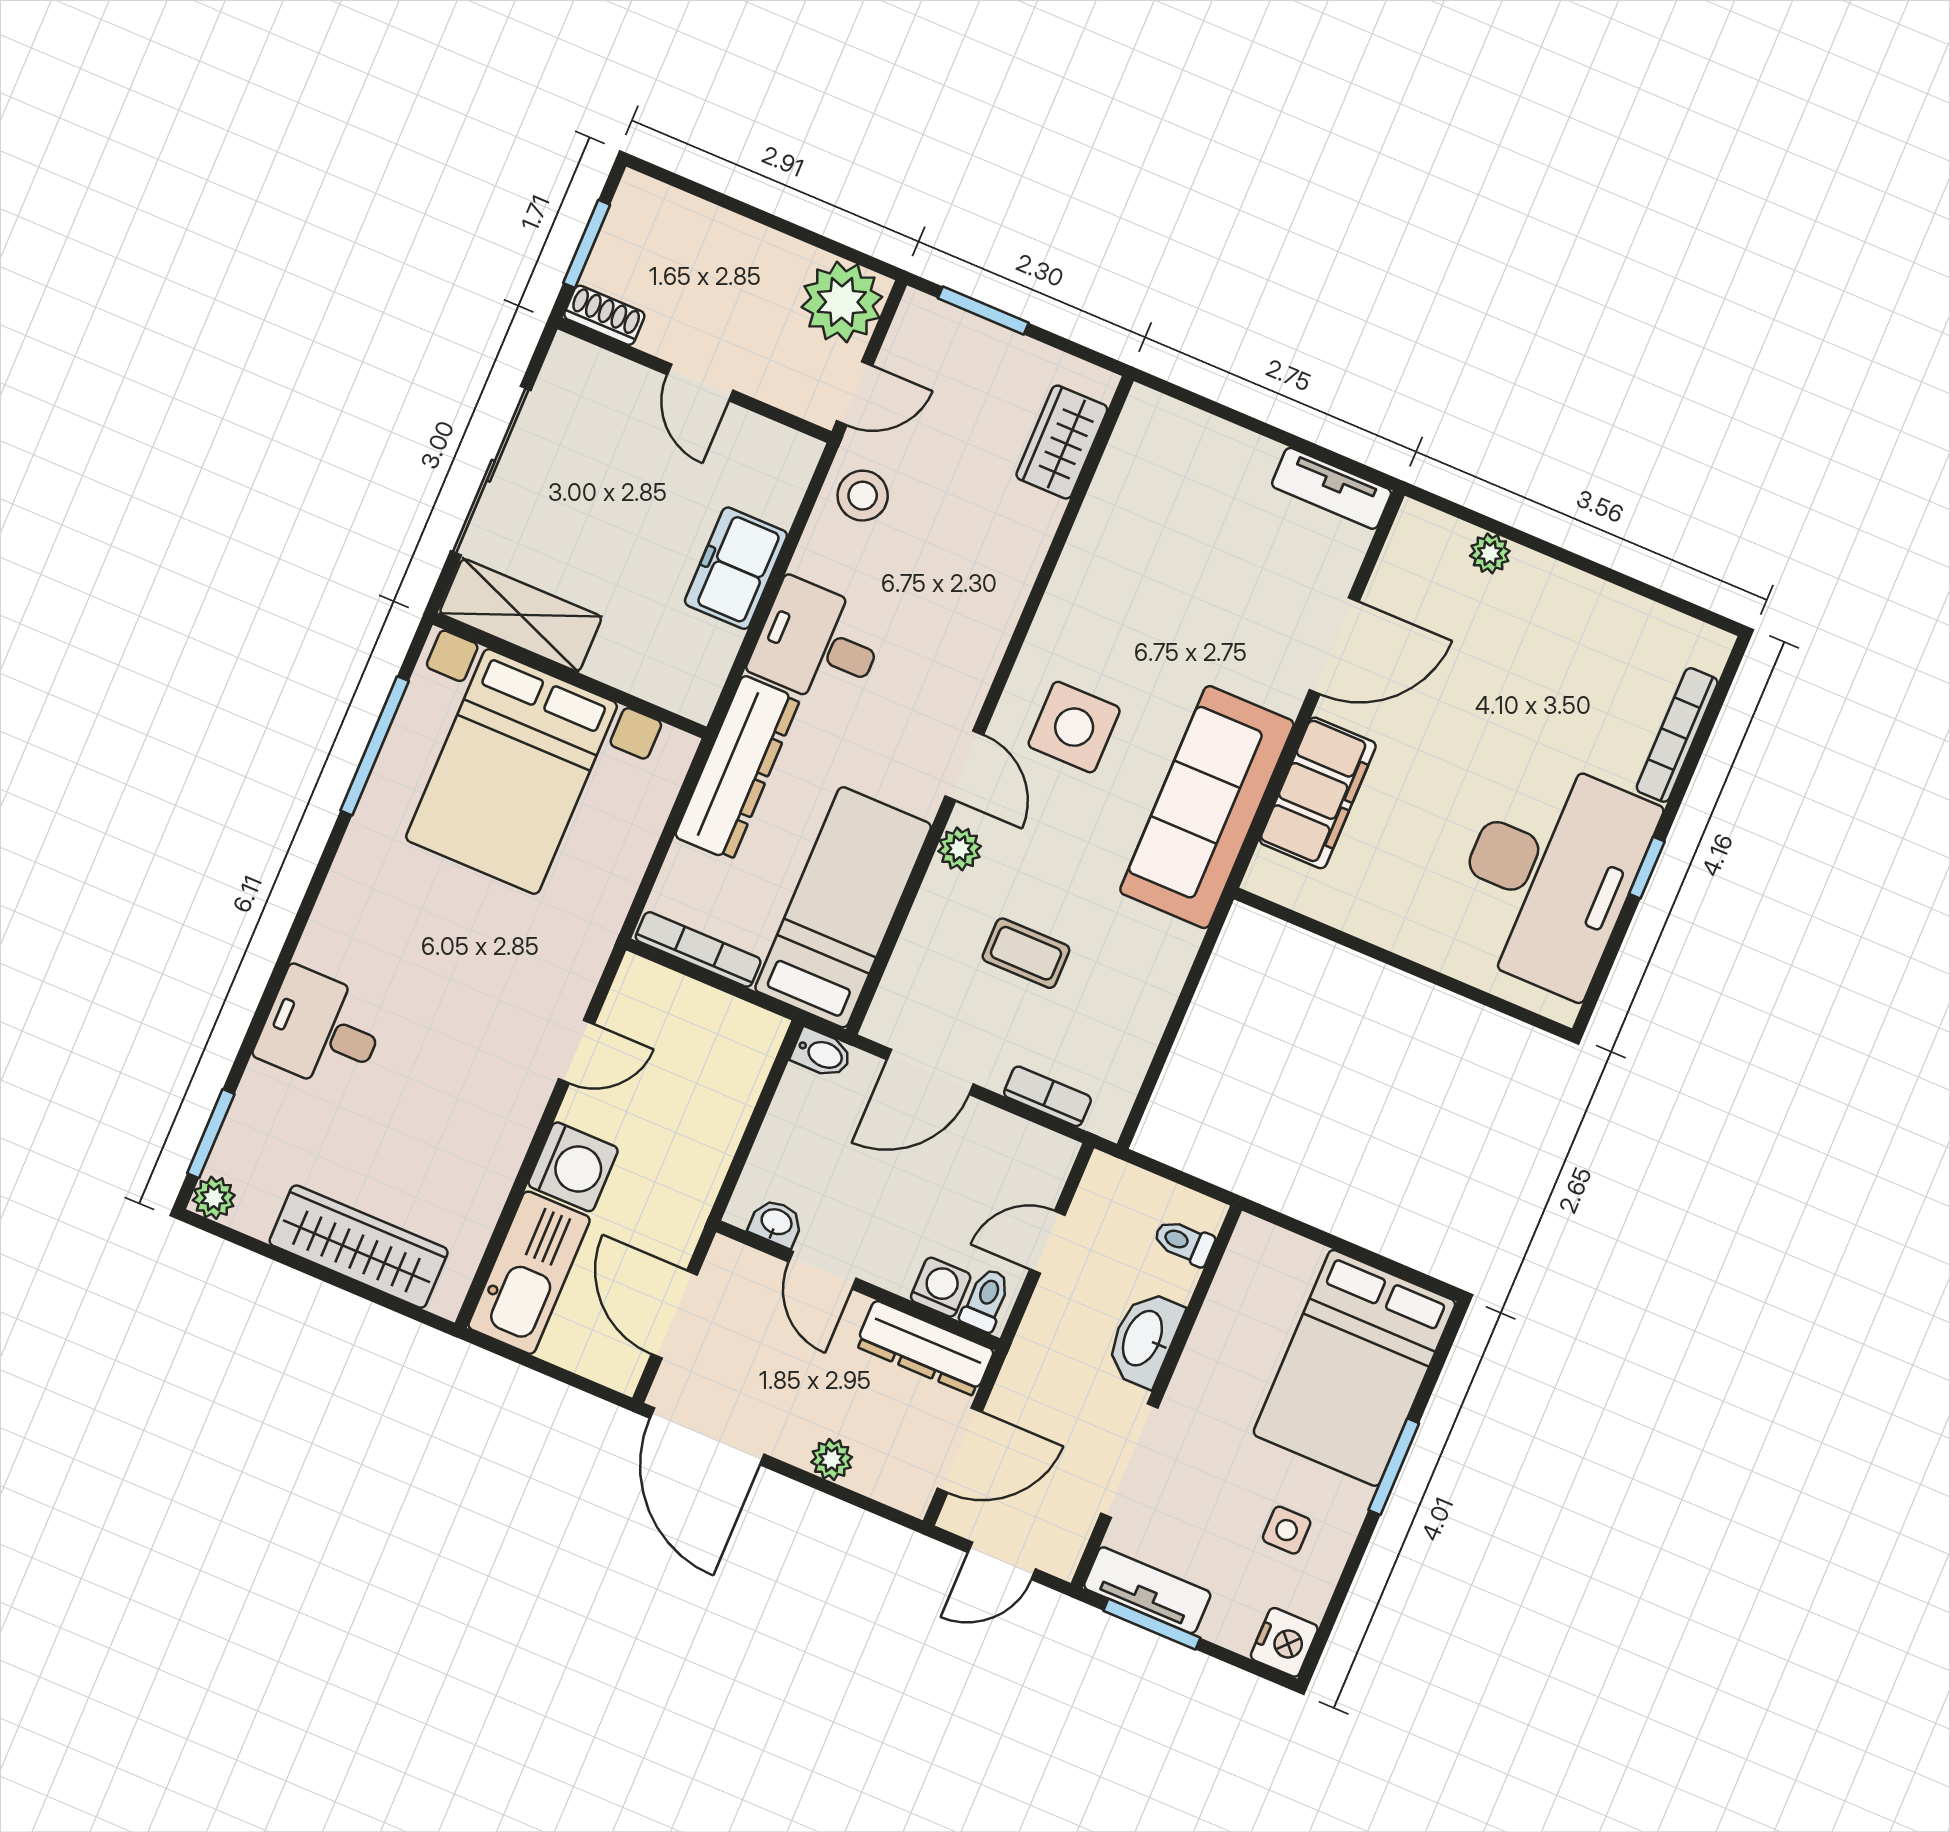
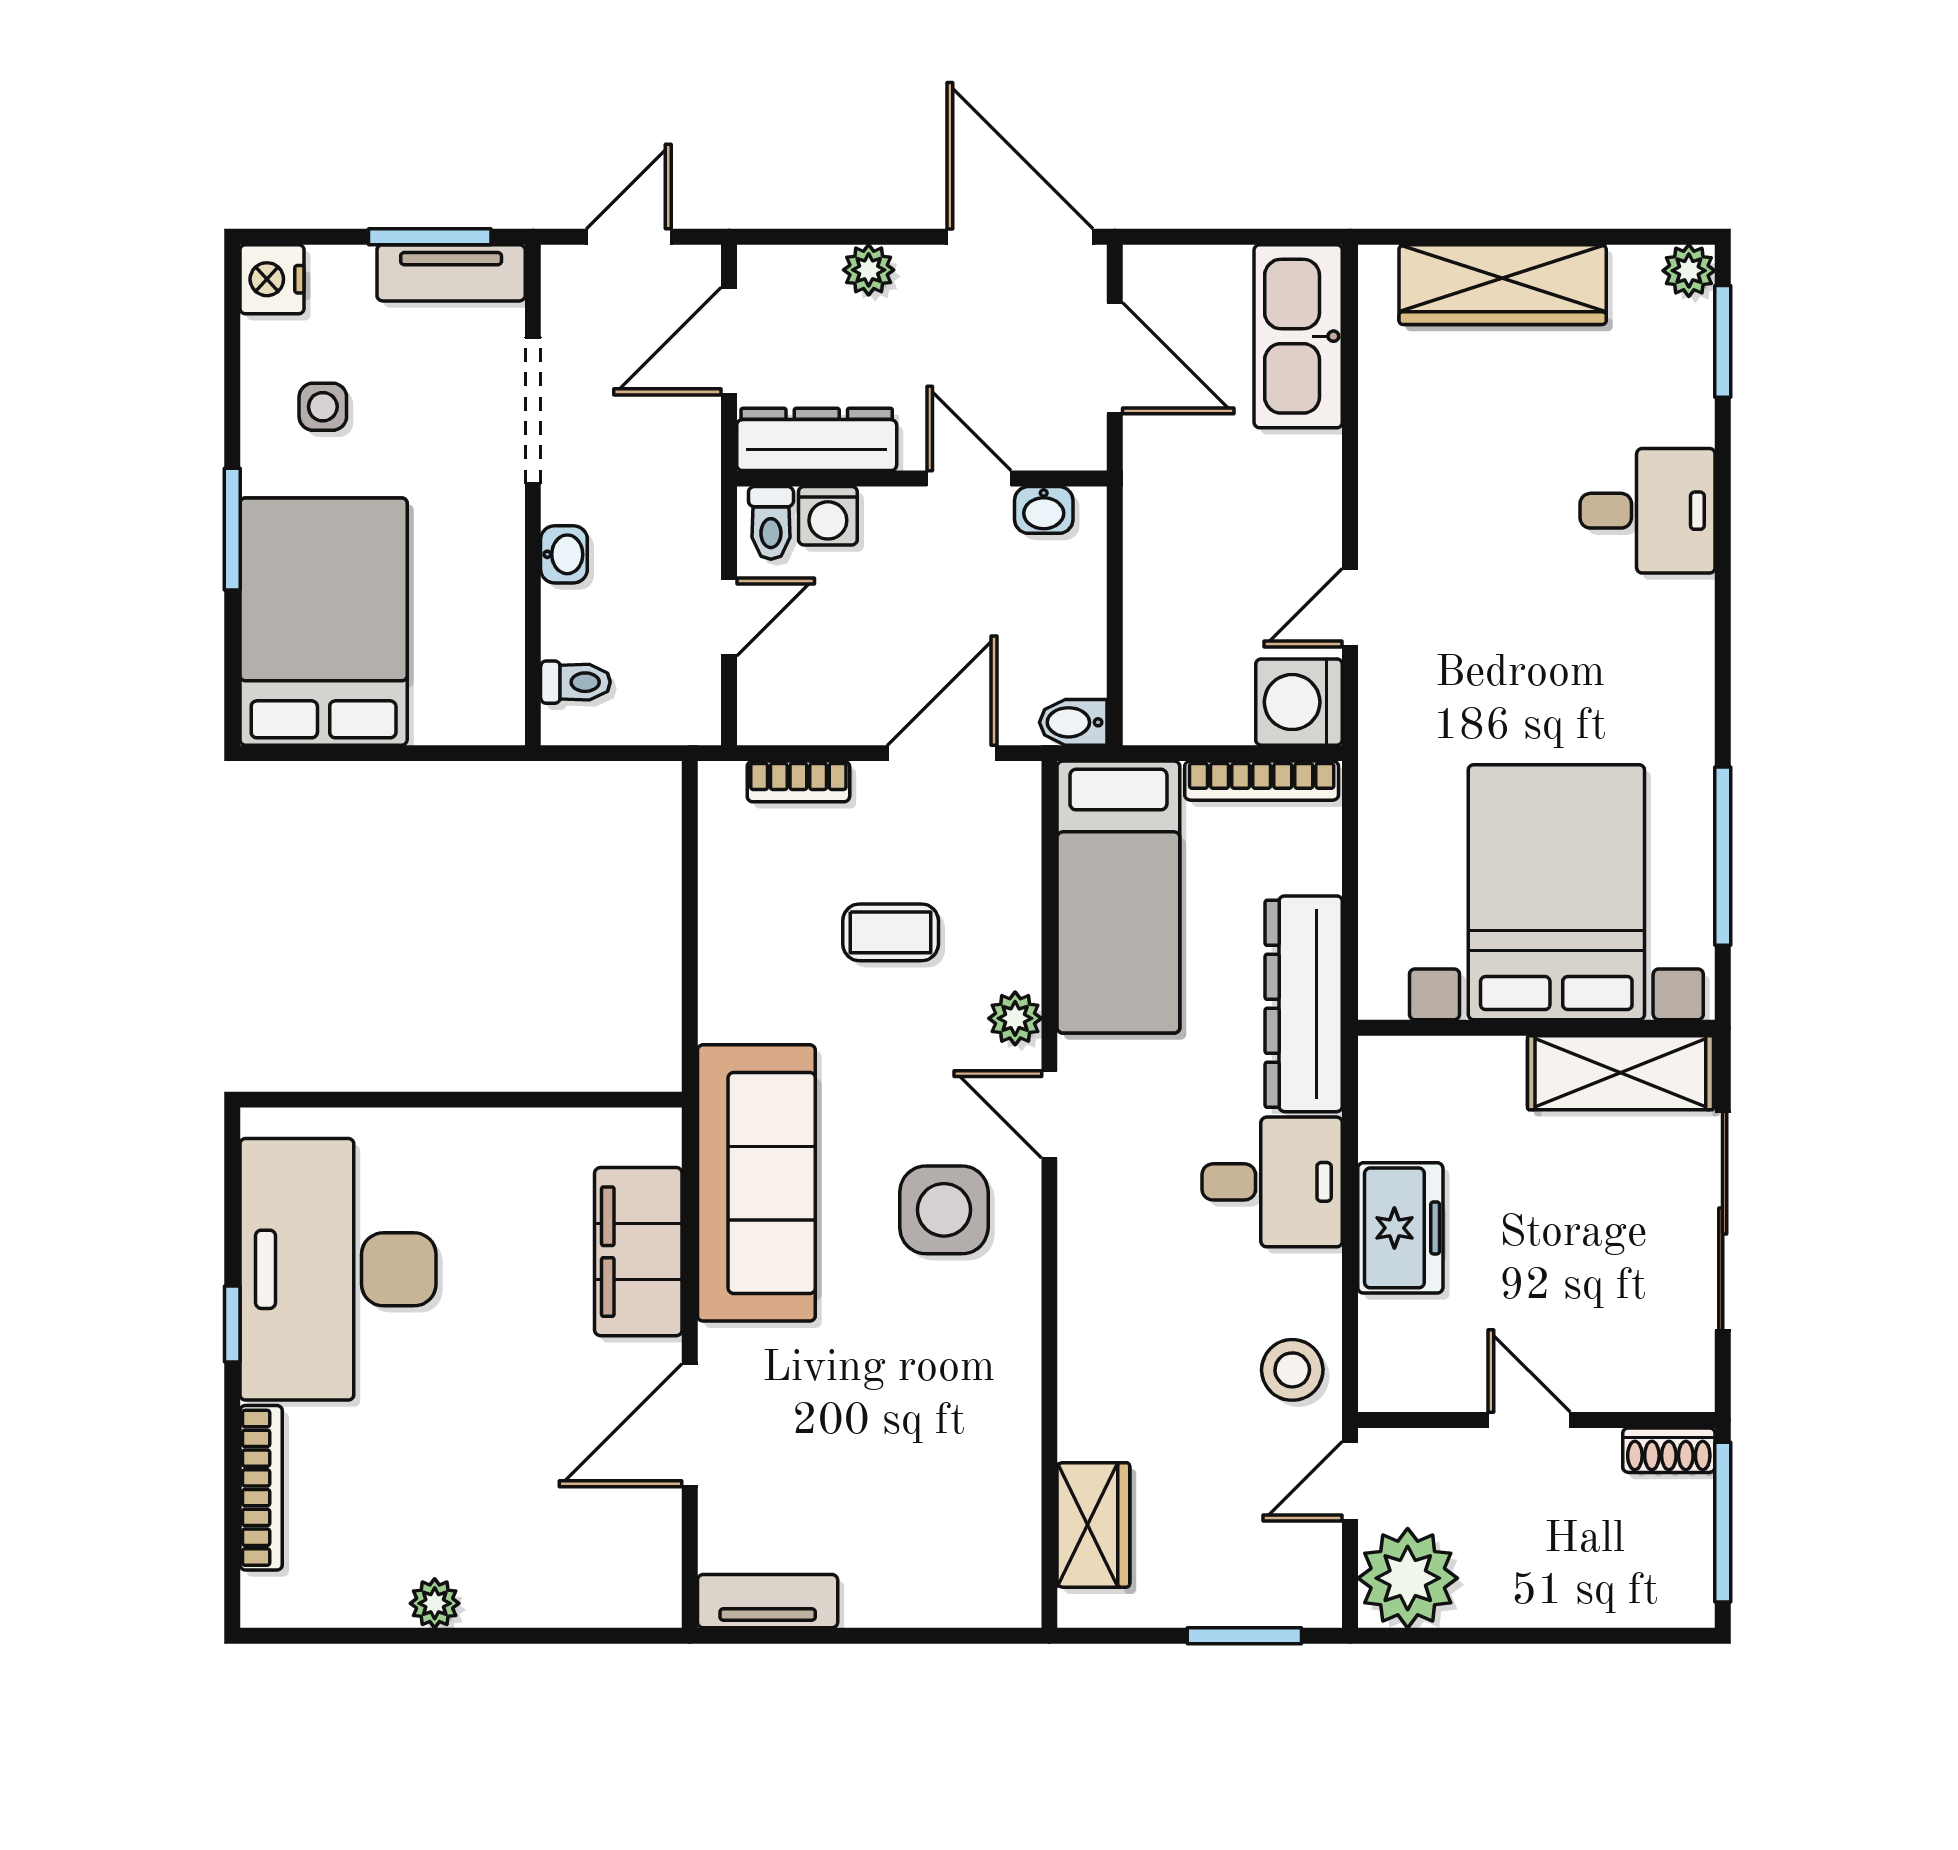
window: (587, 244) -> (1723, 1522), width x1.44
plant: (1490, 553) -> (435, 1603), moved
washing machine: (573, 1167) -> (1299, 702), moved
washbasin: (1144, 1339) -> (564, 554), width x0.52, depth x0.69

